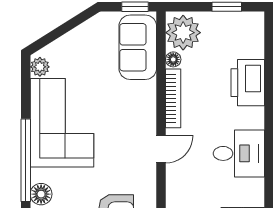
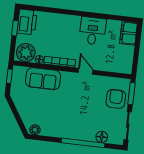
sofa: (138, 47) -> (43, 79), moved
printer: (248, 83) -> (27, 22), moved, turned -90
corner sofa: (62, 123) -> (66, 122), removed

